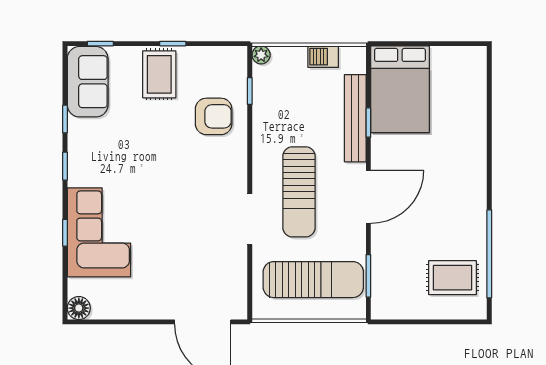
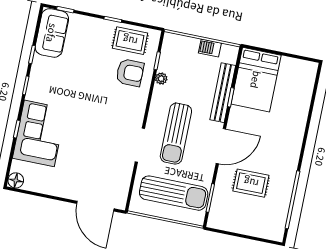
plant: (261, 55) -> (161, 79), moved
rug: (159, 74) -> (130, 41), moved, turned 90
rug: (452, 278) -> (251, 183), moved

